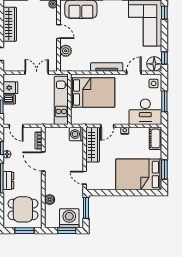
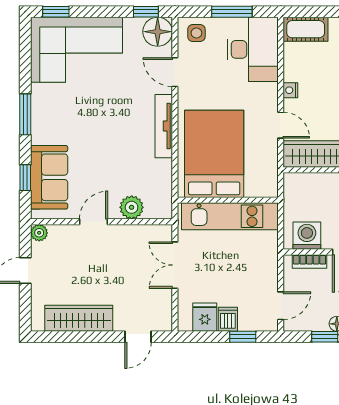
washing machine: (76, 134) -> (307, 236), moved, turned 180

